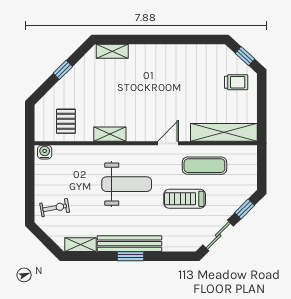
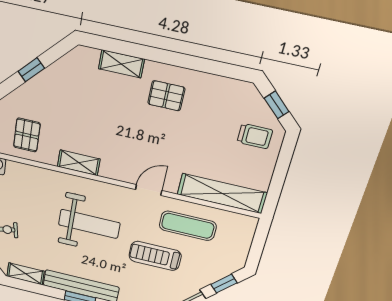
shelving: (112, 51) -> (121, 64), moved
pallet: (166, 67) -> (166, 96), added

